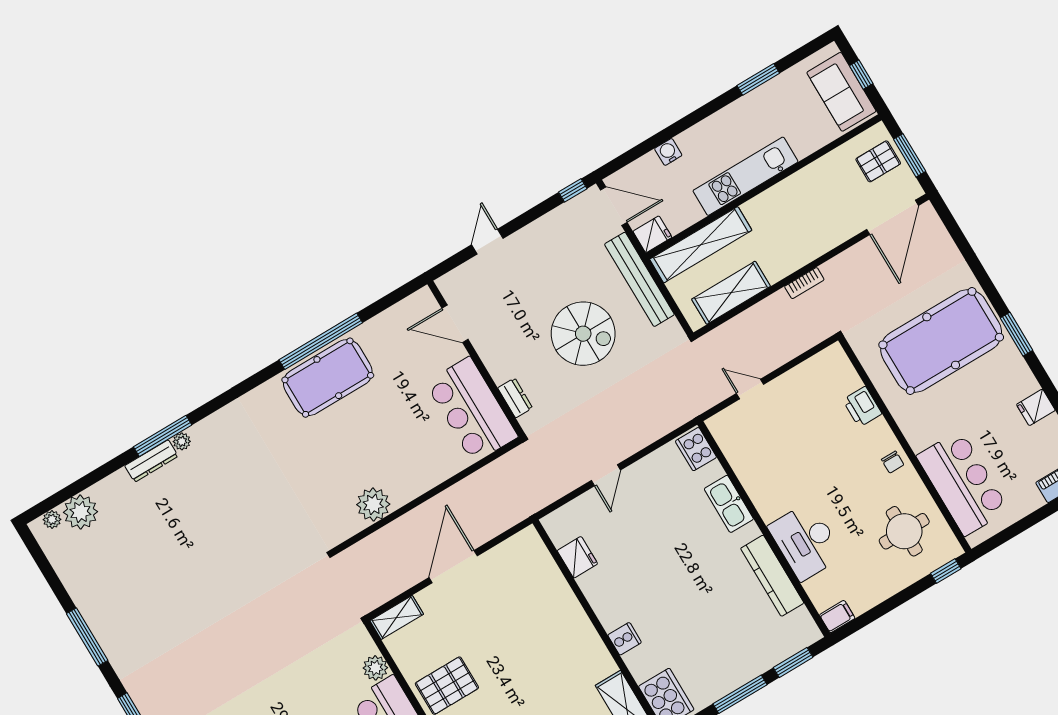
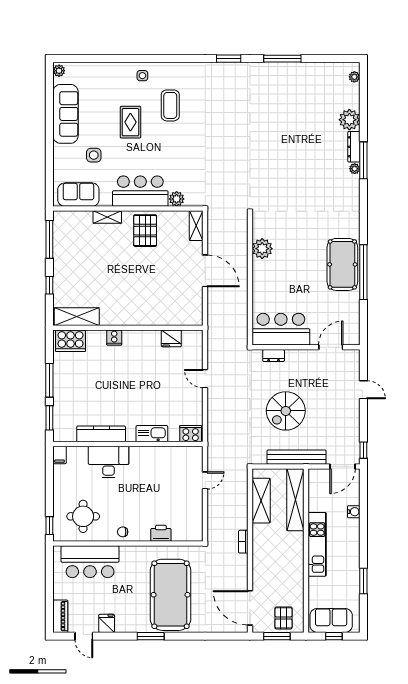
fridge: (652, 234) -> (316, 478), removed
plant: (80, 512) -> (349, 120), moved

